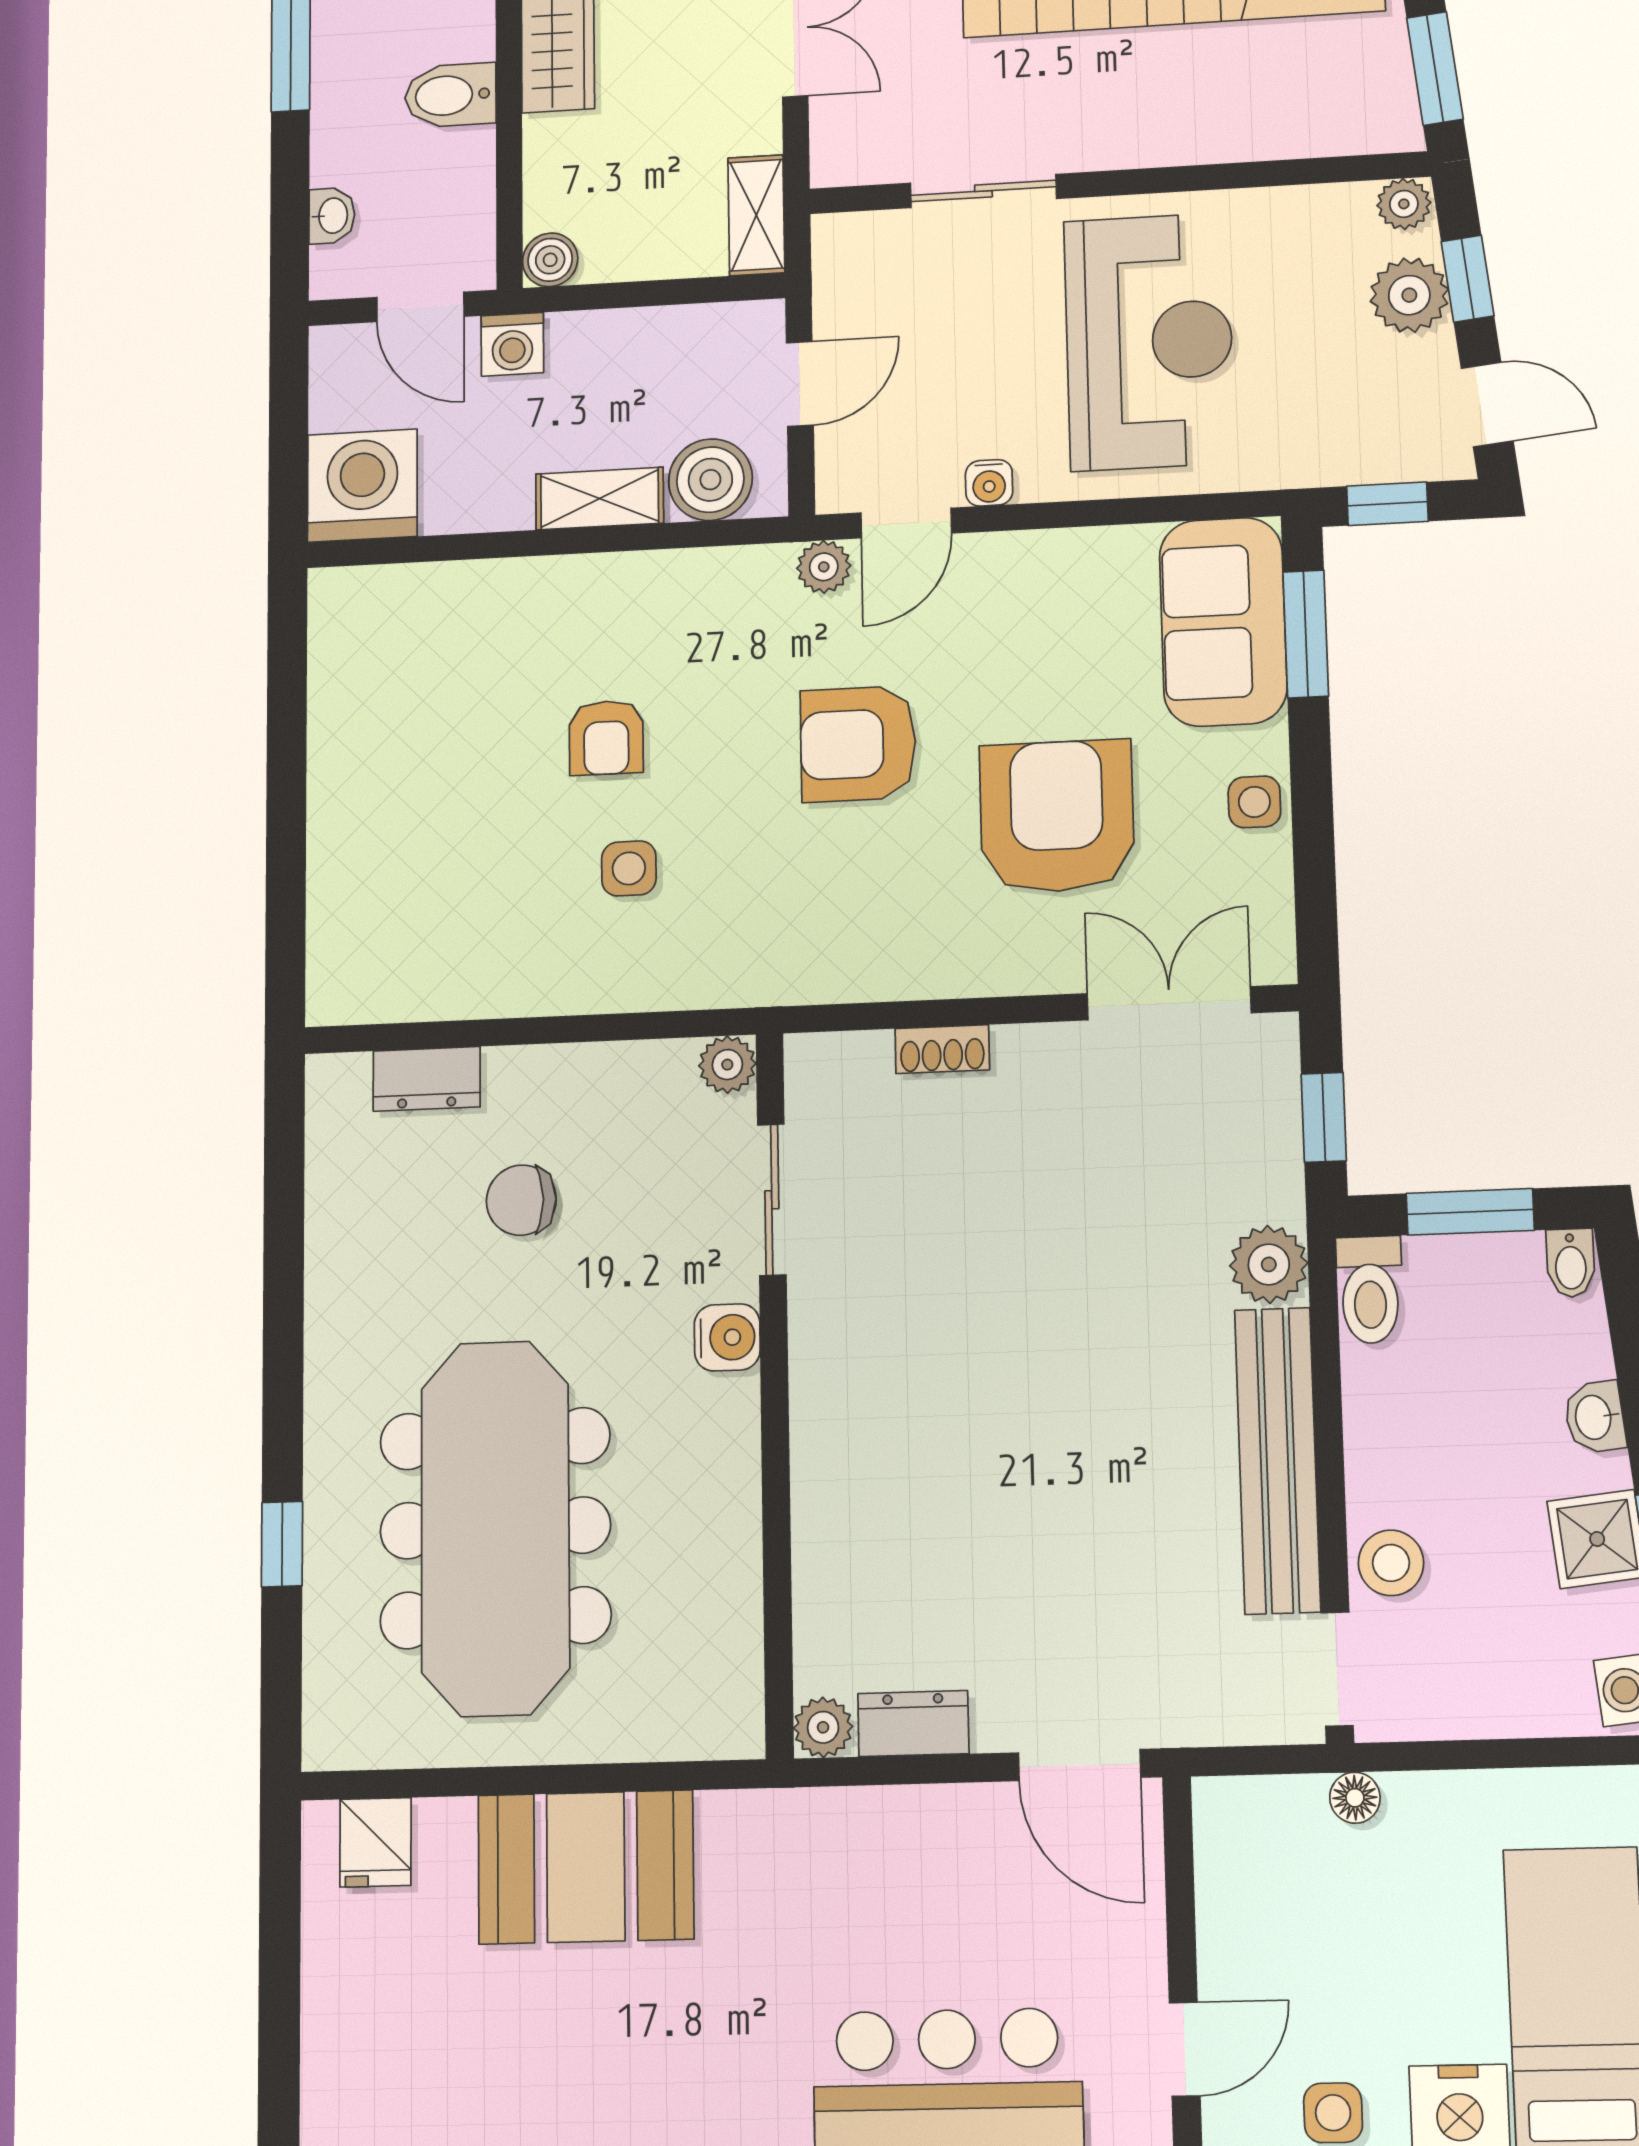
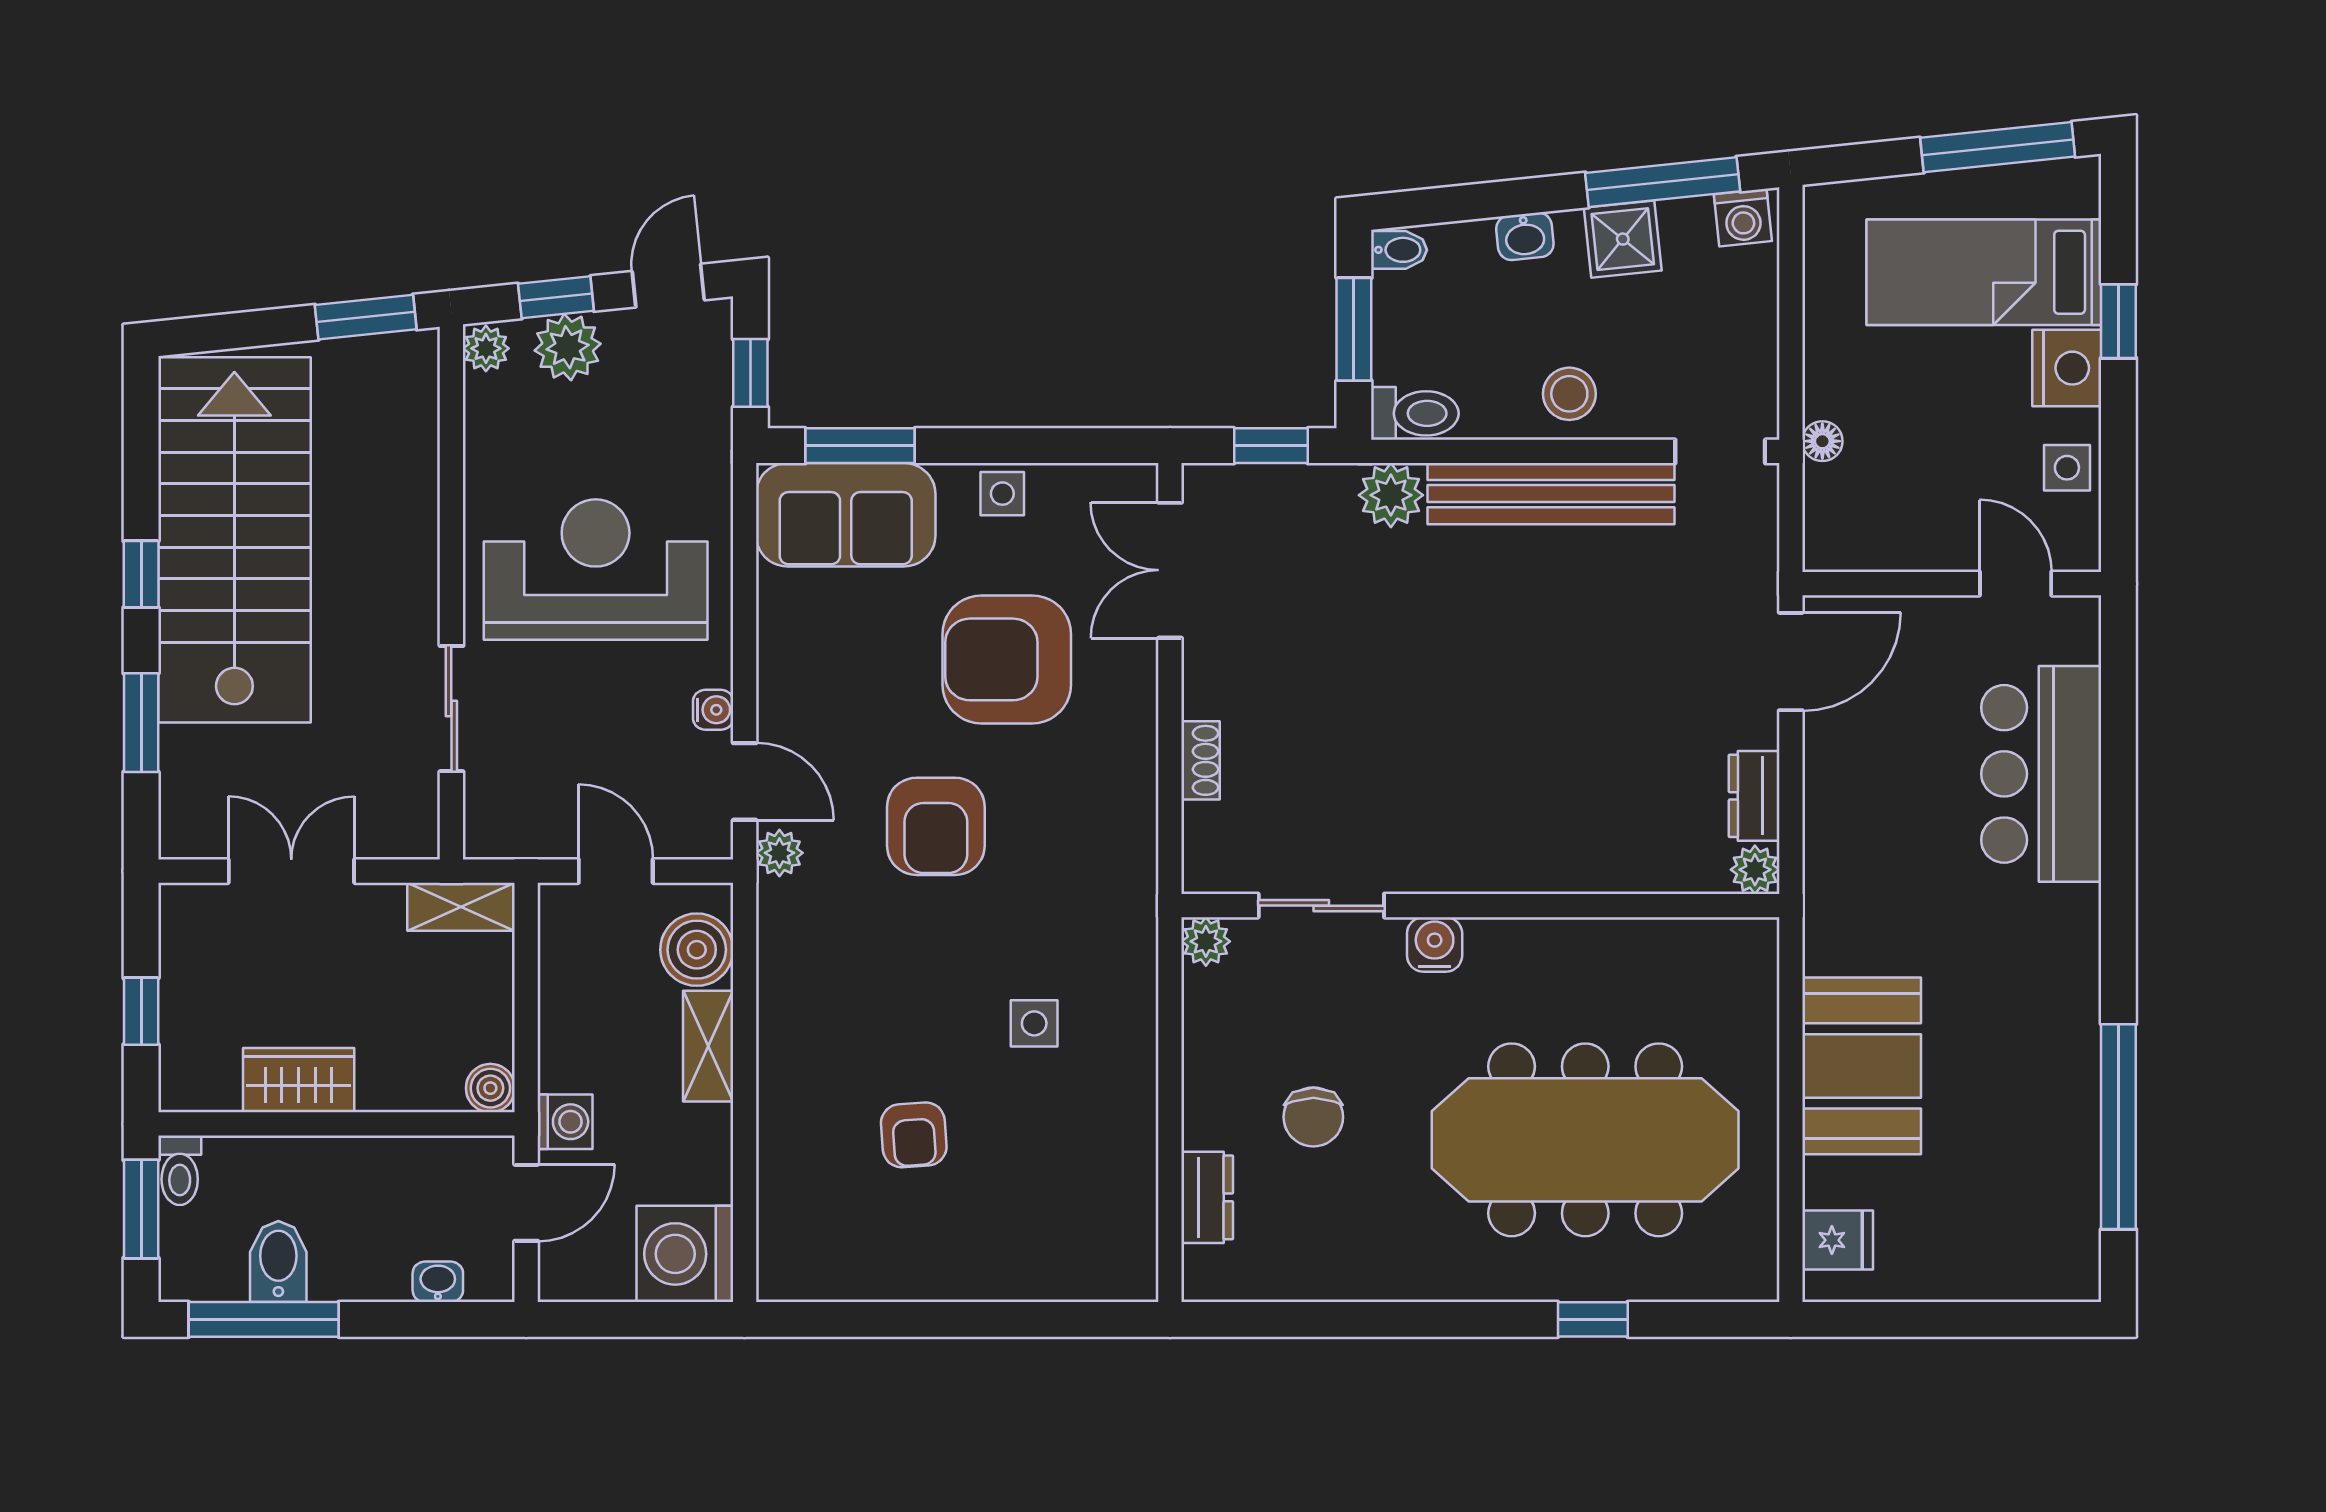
bidet: (450, 95) -> (278, 1261), moved, turned 180
armchair: (606, 738) -> (914, 1135), moved, turned 86
stool: (1391, 1563) -> (1569, 394), moved

